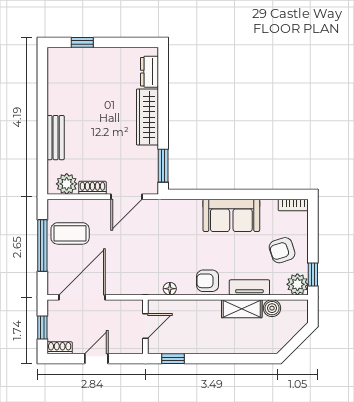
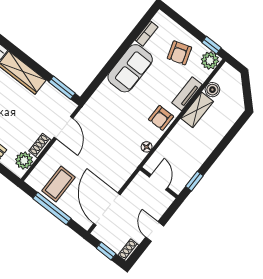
bookcase: (293, 205) -> (146, 34), moved

